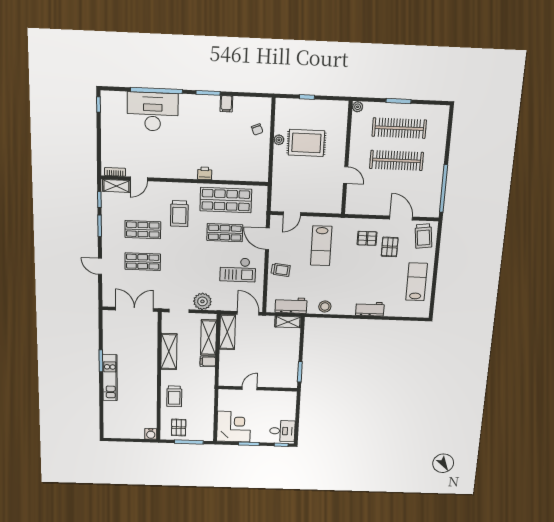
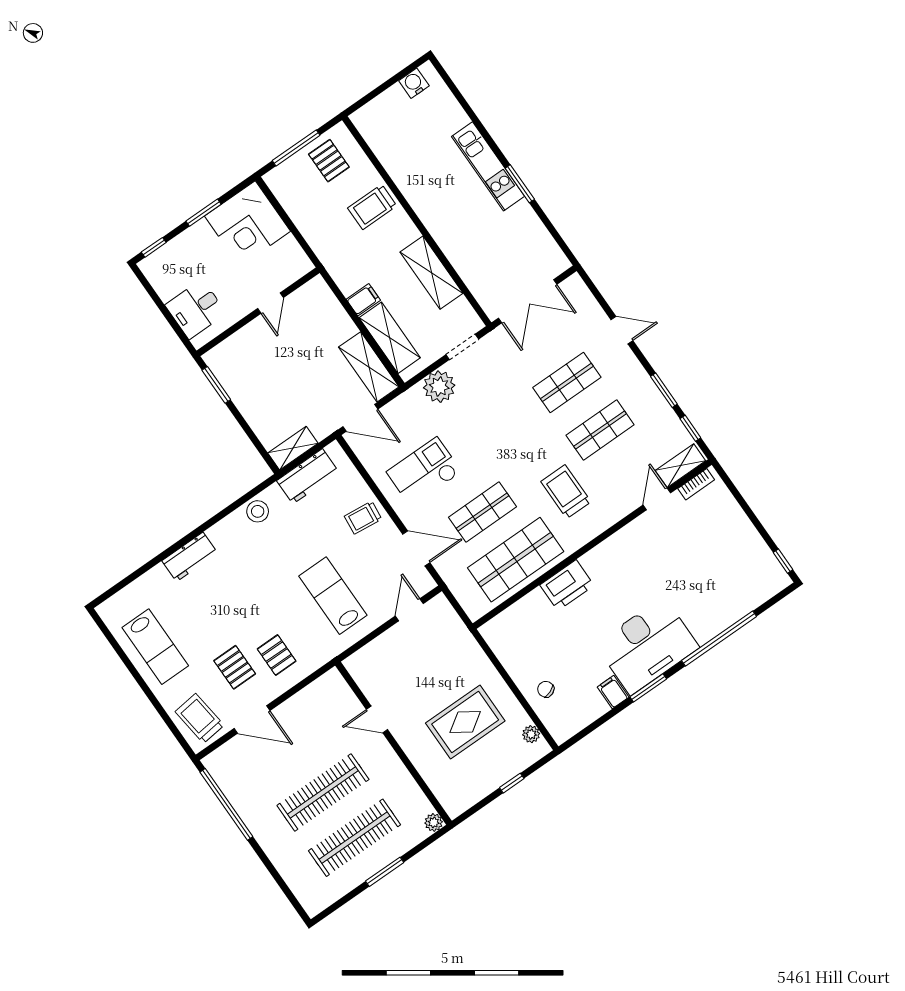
desk: (153, 112) -> (647, 646), moved
plant: (279, 140) -> (531, 734), moved
printer: (205, 173) -> (567, 585), width x1.87, depth x1.48
pallet: (367, 238) -> (277, 655), turned 90
trolley: (174, 396) -> (372, 207), turned -90
desk: (282, 431) -> (196, 309), moved
water cooler: (151, 434) -> (414, 83), moved

